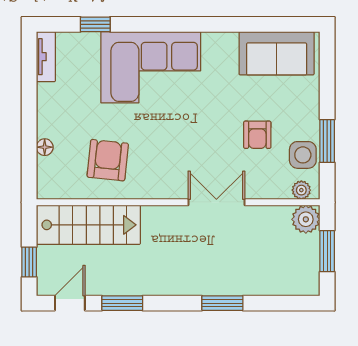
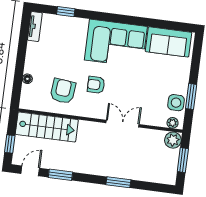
corner sofa: (151, 67) -> (116, 43), moved
armchair: (257, 135) -> (96, 85), moved, turned 90

